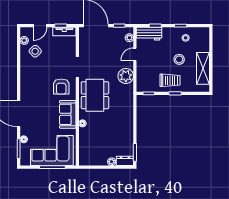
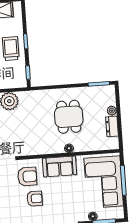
armchair: (42, 91) -> (35, 199), added
dining table: (95, 95) -> (69, 117), moved, width x0.73
dresser: (125, 161) -> (112, 126), moved

